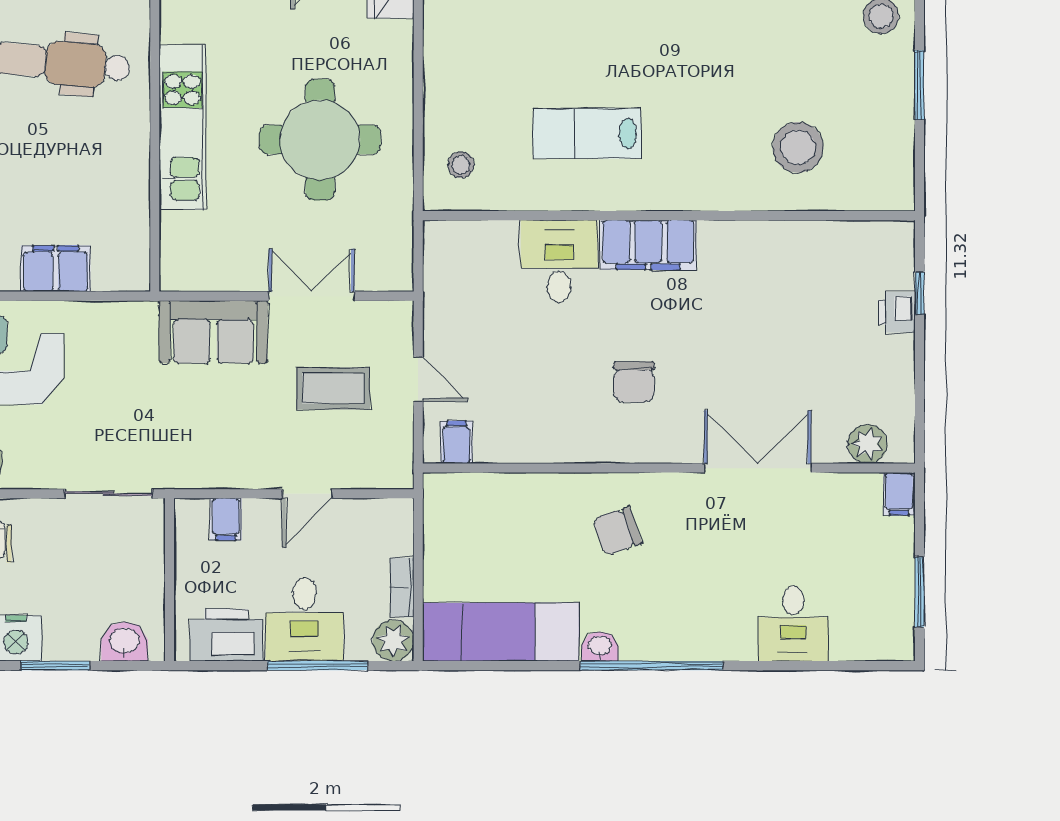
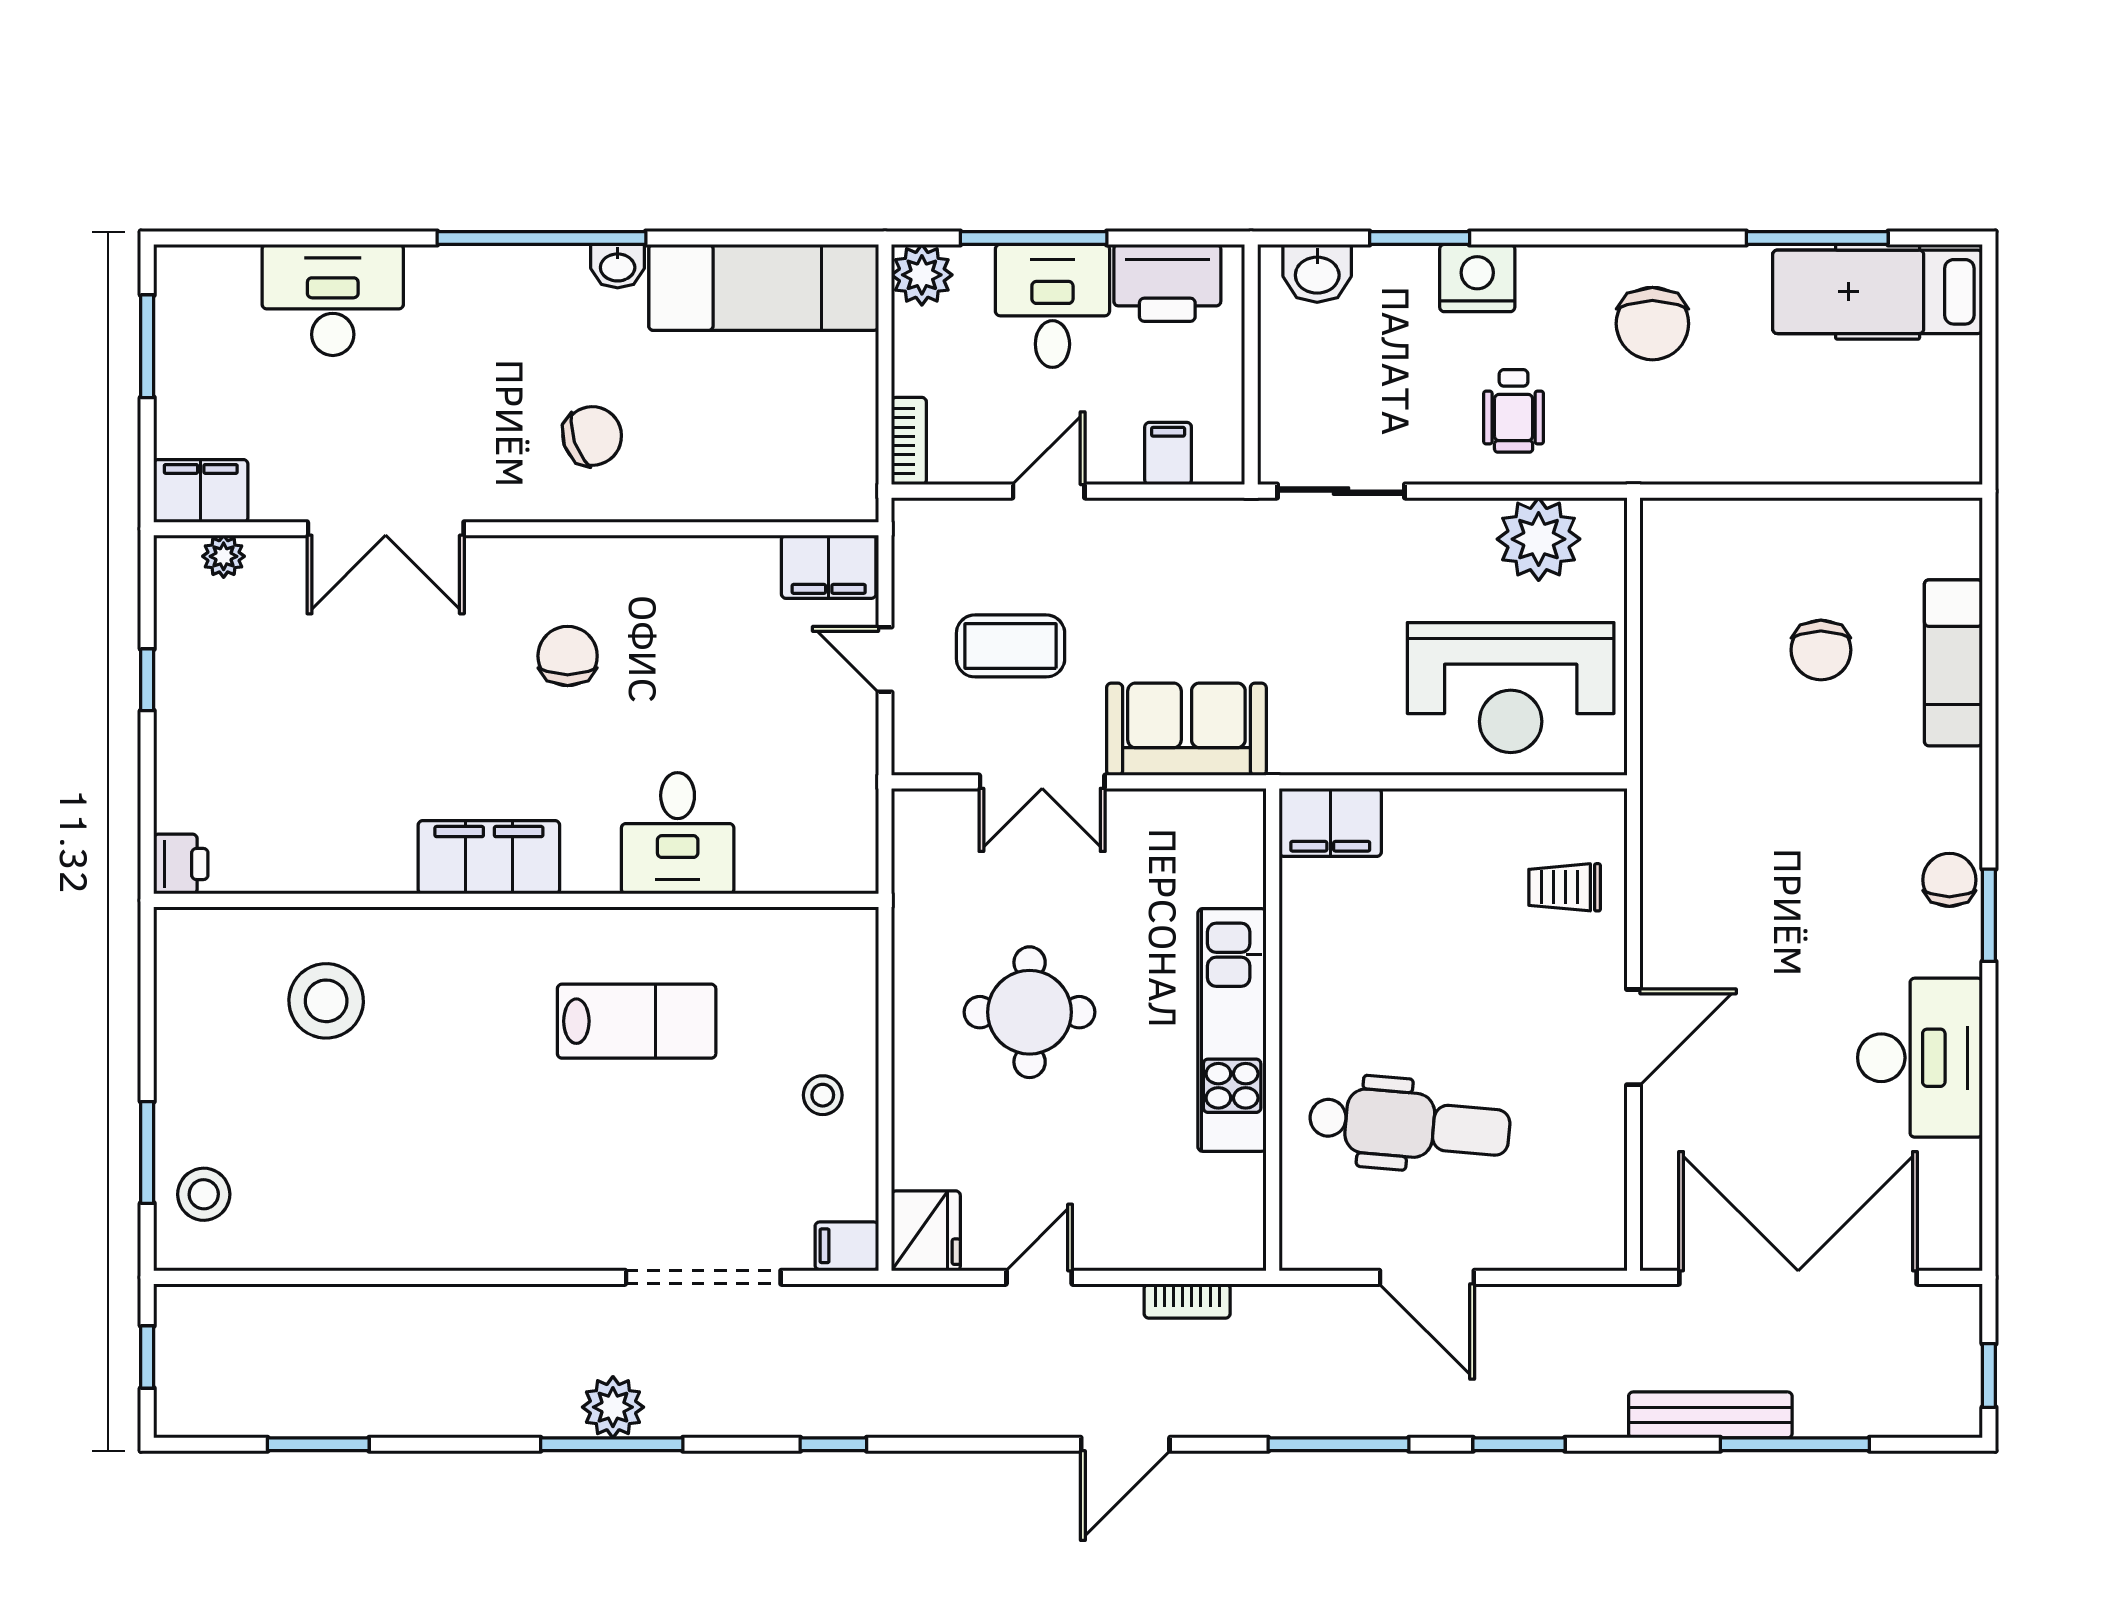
window: (919, 85) -> (147, 1152), moved
round table: (320, 140) -> (1030, 1012), width x0.73, depth x0.73
stool: (461, 165) -> (823, 1095), moved
filing cabinet: (648, 245) -> (489, 857), moved
filing cabinet: (56, 269) -> (1330, 822), moved
window: (919, 293) -> (147, 680), moved
printer: (897, 312) -> (181, 864), moved
filing cabinet: (456, 442) -> (829, 567), width x2.00
plant: (868, 444) -> (224, 556), width x0.73, depth x0.73
filing cabinet: (899, 494) -> (201, 491), width x2.00
bookcase: (402, 587) -> (909, 441), moved
desk: (793, 624) -> (333, 300), width x1.37

